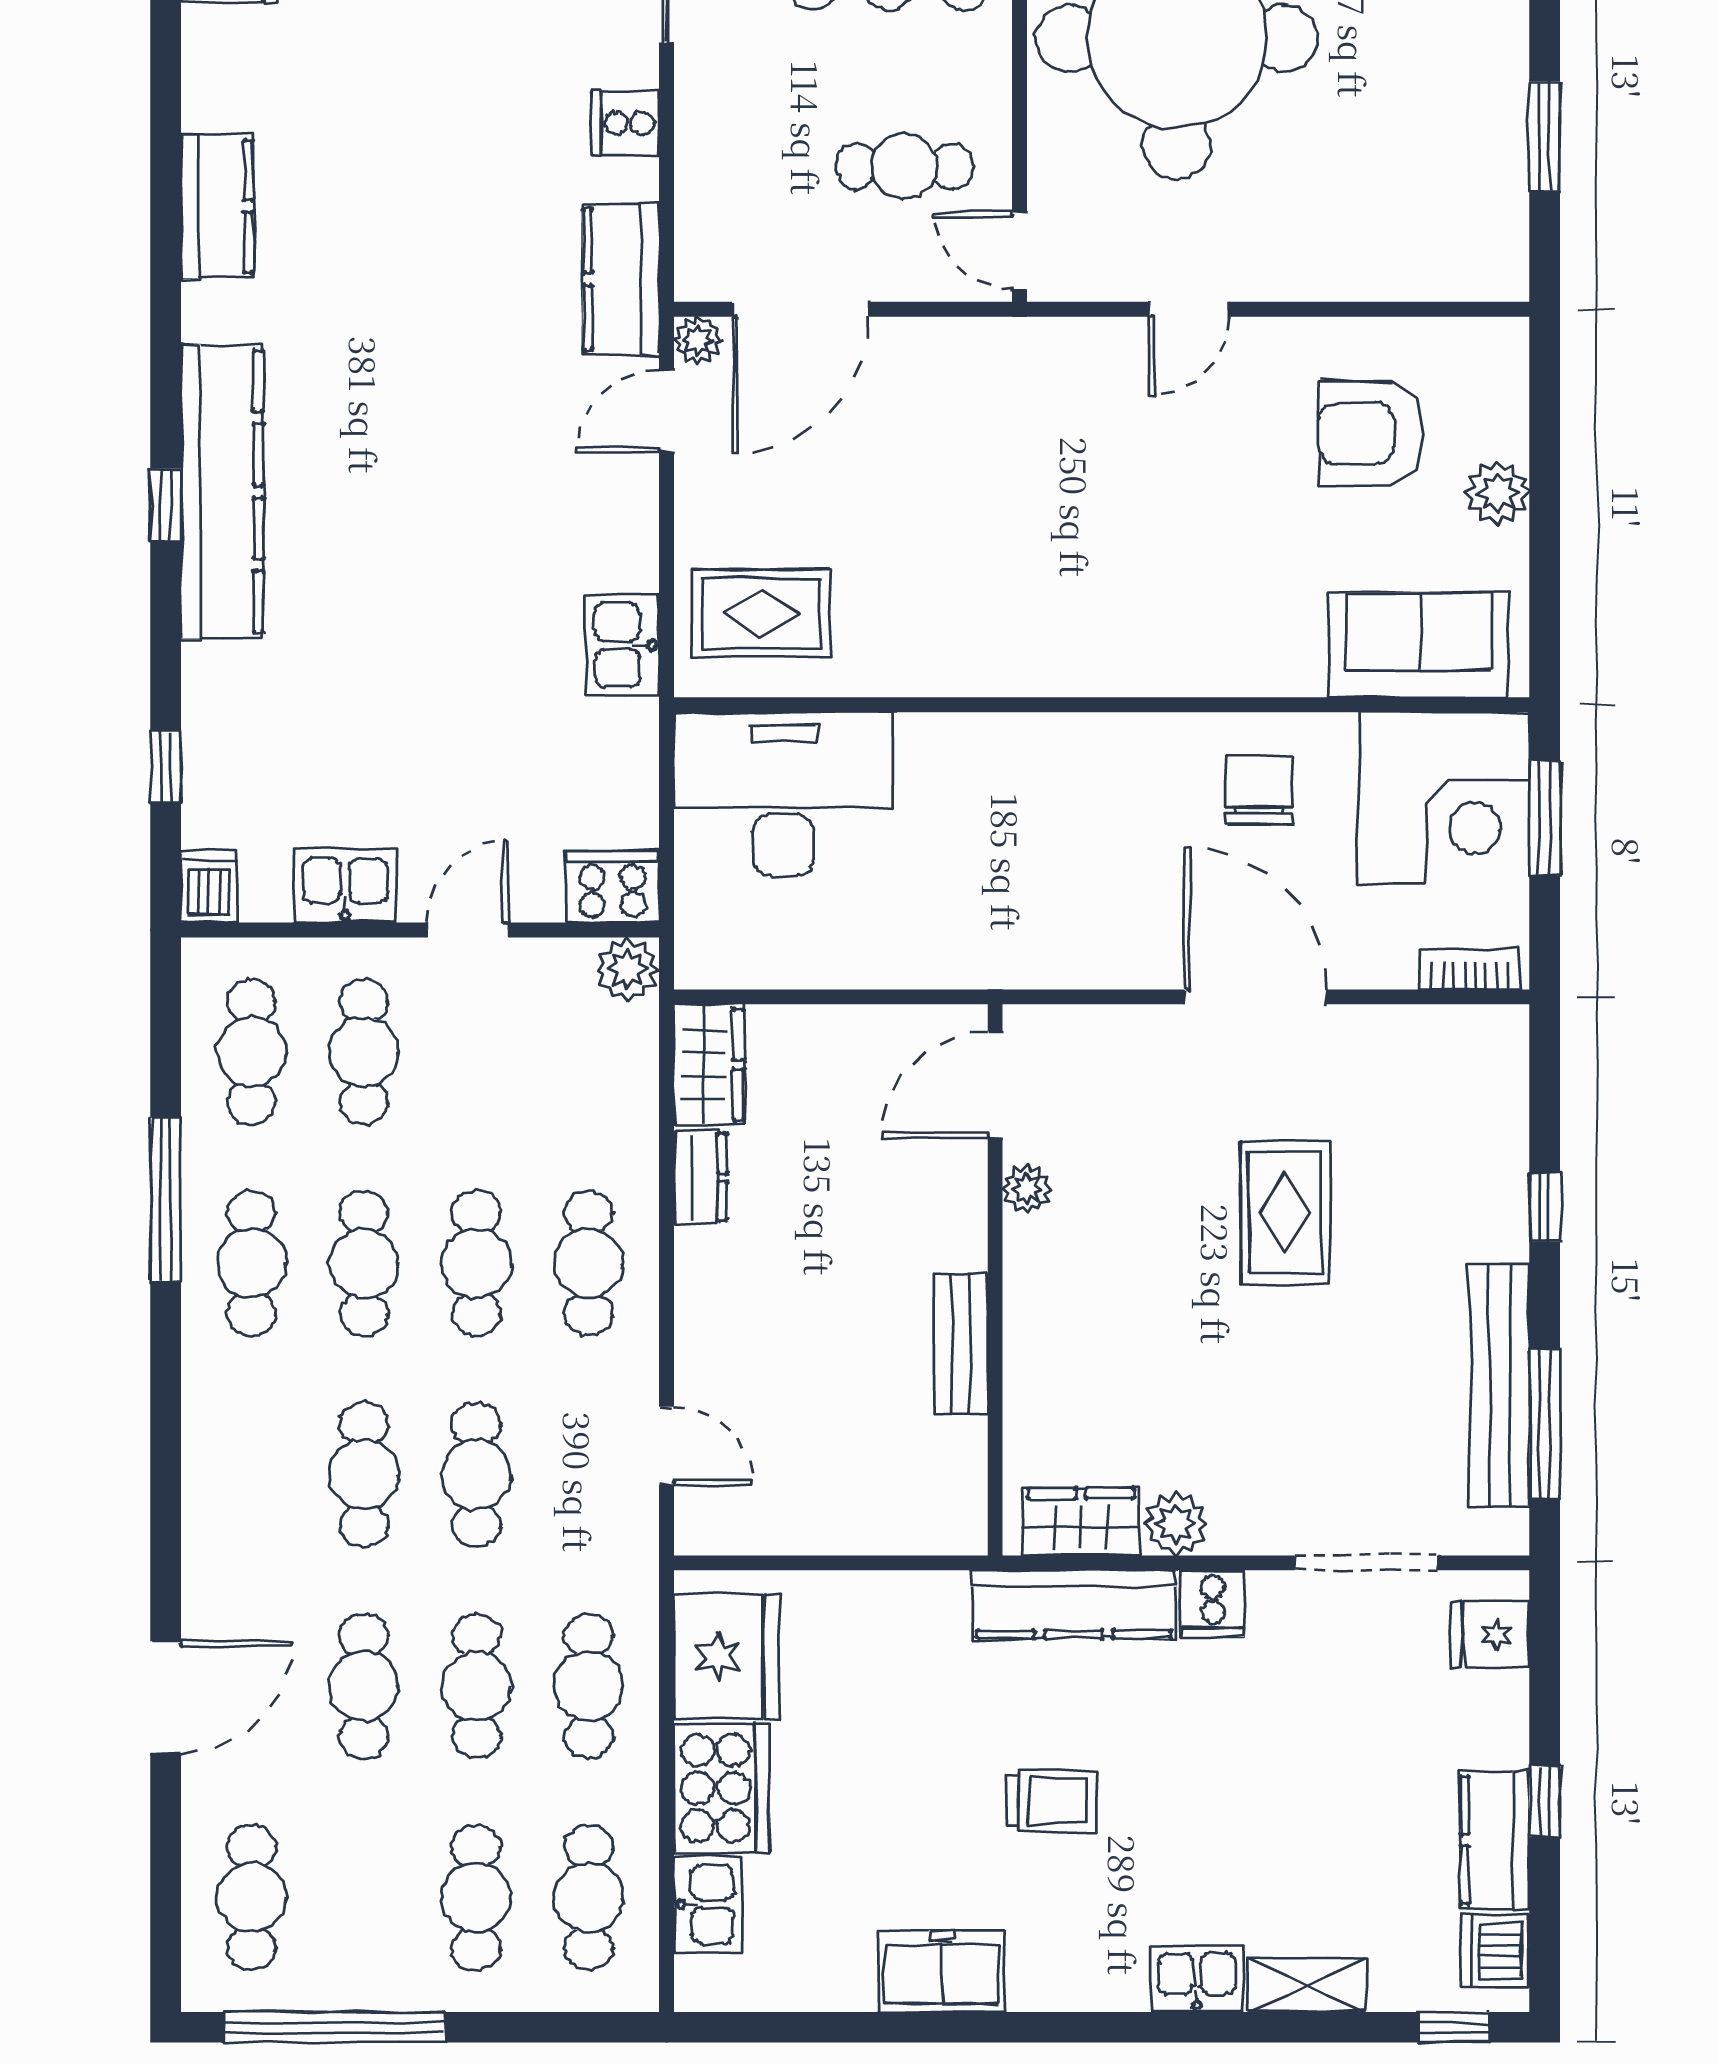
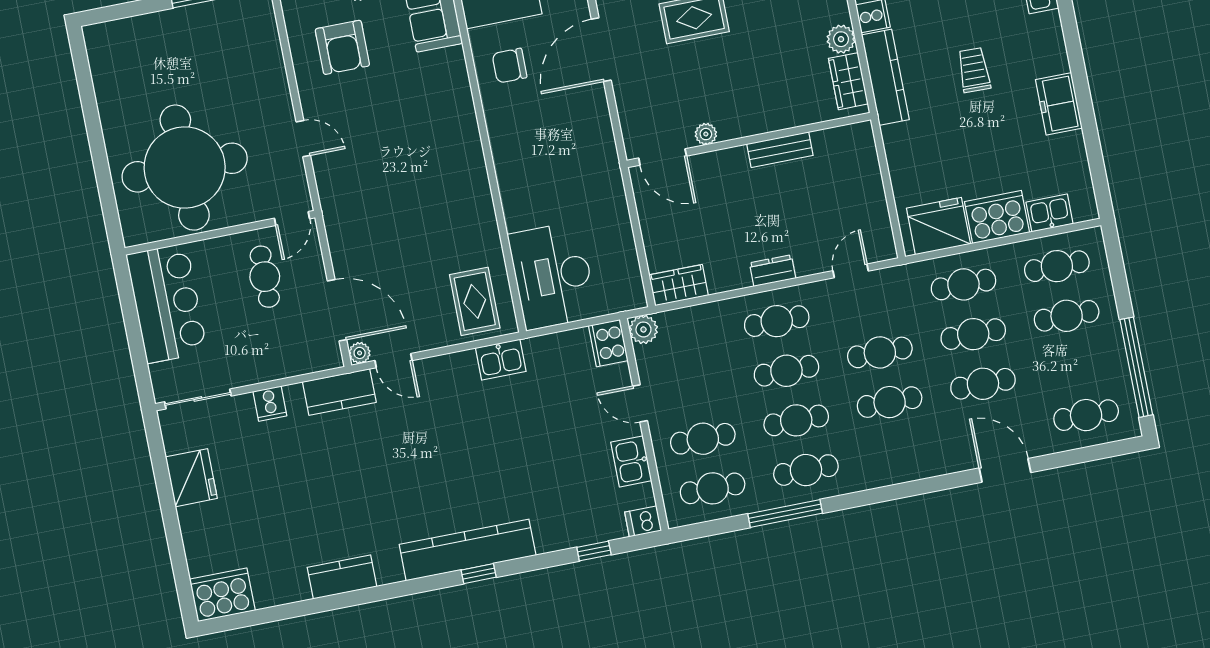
dresser: (700, 1178) -> (773, 271), moved

